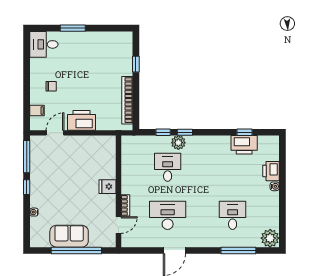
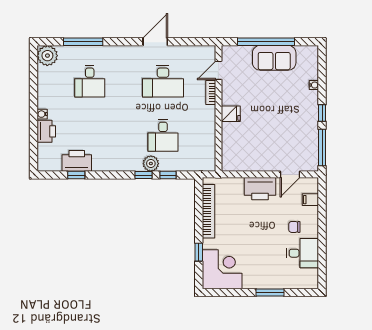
desk: (44, 44) -> (303, 253), moved
corner desk: (115, 49) -> (222, 269), added

